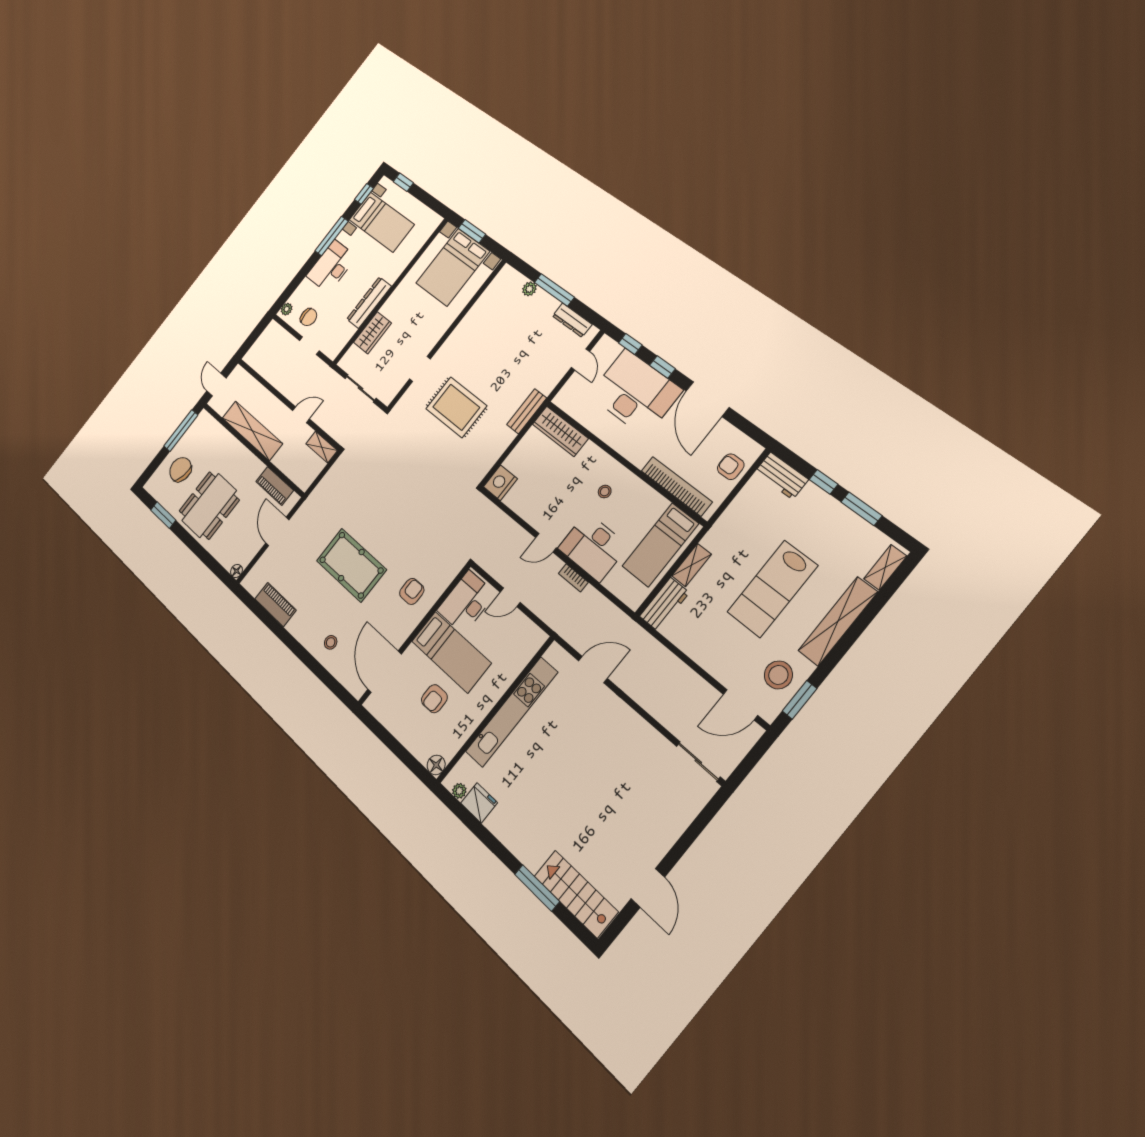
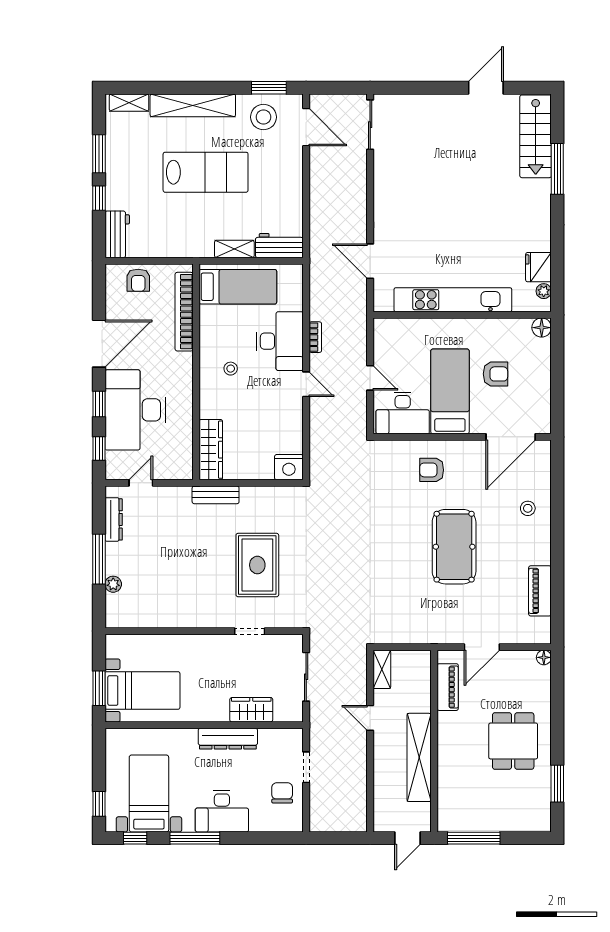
bed with nightstands: (453, 267) -> (142, 690), width x0.73
plant: (287, 309) -> (291, 825), removed
chair: (180, 470) -> (506, 804), removed
dining table: (209, 505) -> (513, 741), width x0.73

